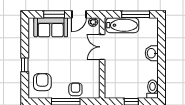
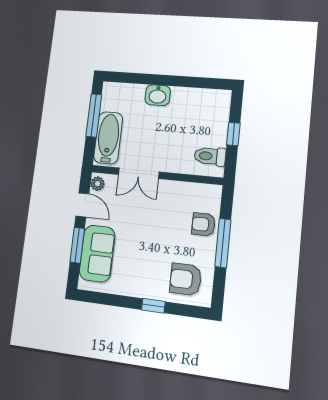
toilet: (152, 89) -> (210, 156), moved

